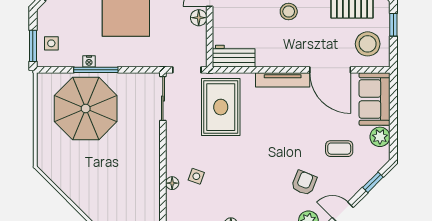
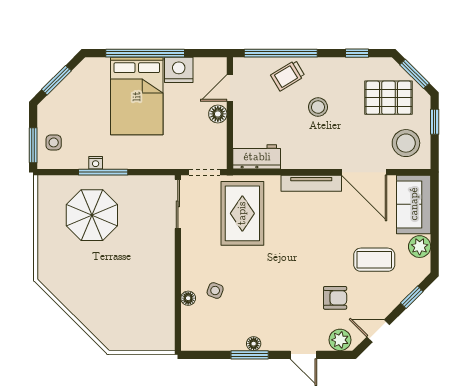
parasol: (86, 109) -> (92, 215), width x0.73, depth x0.73
coffee table: (339, 149) -> (374, 260), width x1.36, depth x1.30
armchair: (304, 183) -> (335, 298), turned 68

